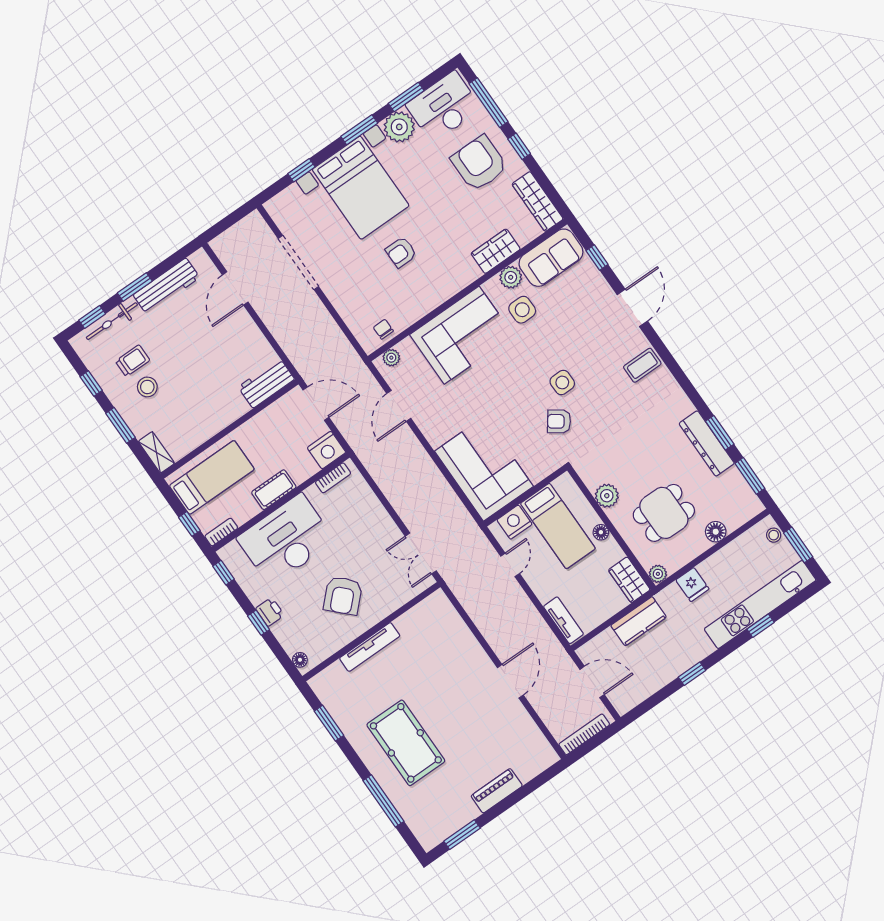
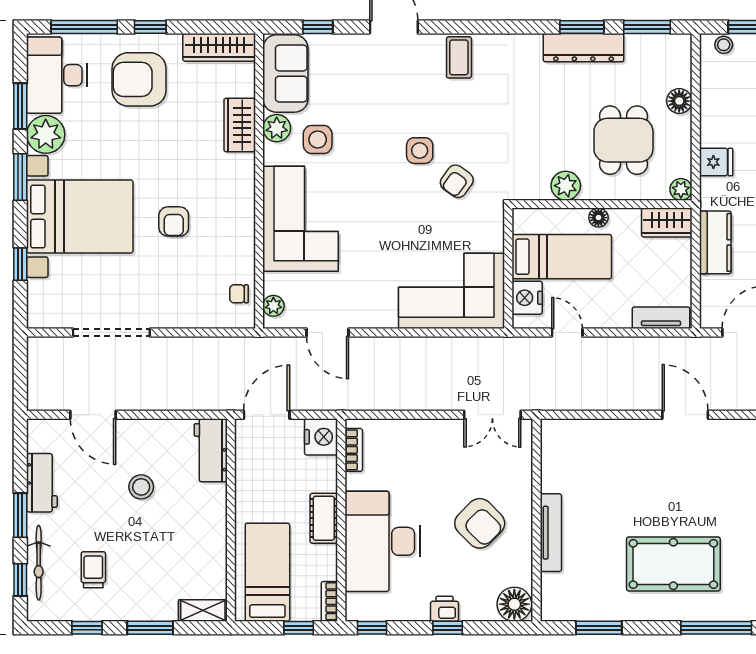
workbench: (166, 286) -> (42, 483), width x0.73
stool: (147, 387) -> (141, 487), moved
floor lamp: (300, 660) -> (514, 604), width x1.89, depth x1.89

